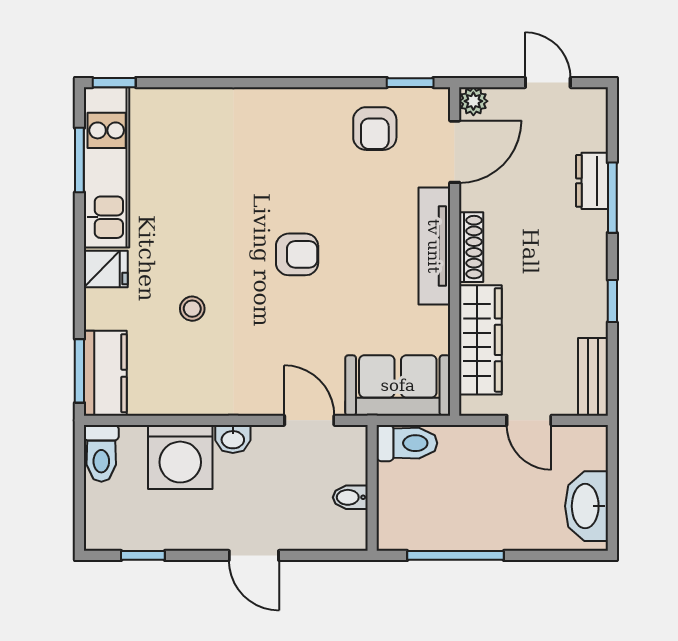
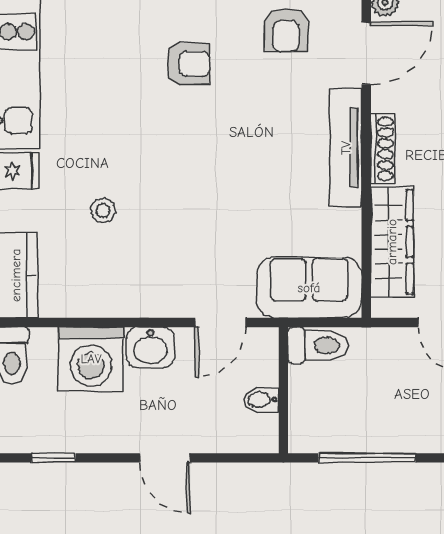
armchair: (297, 254) -> (188, 64), moved
door: (309, 420) -> (220, 322), swing flipped
washbasin: (233, 439) -> (150, 347), width x1.38, depth x1.45

